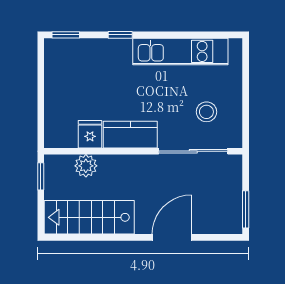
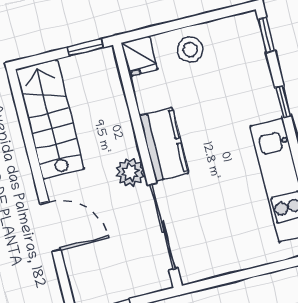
stool: (206, 112) -> (190, 50), moved
fridge: (90, 134) -> (139, 56), moved, turned 90
plant: (86, 166) -> (130, 172), moved

